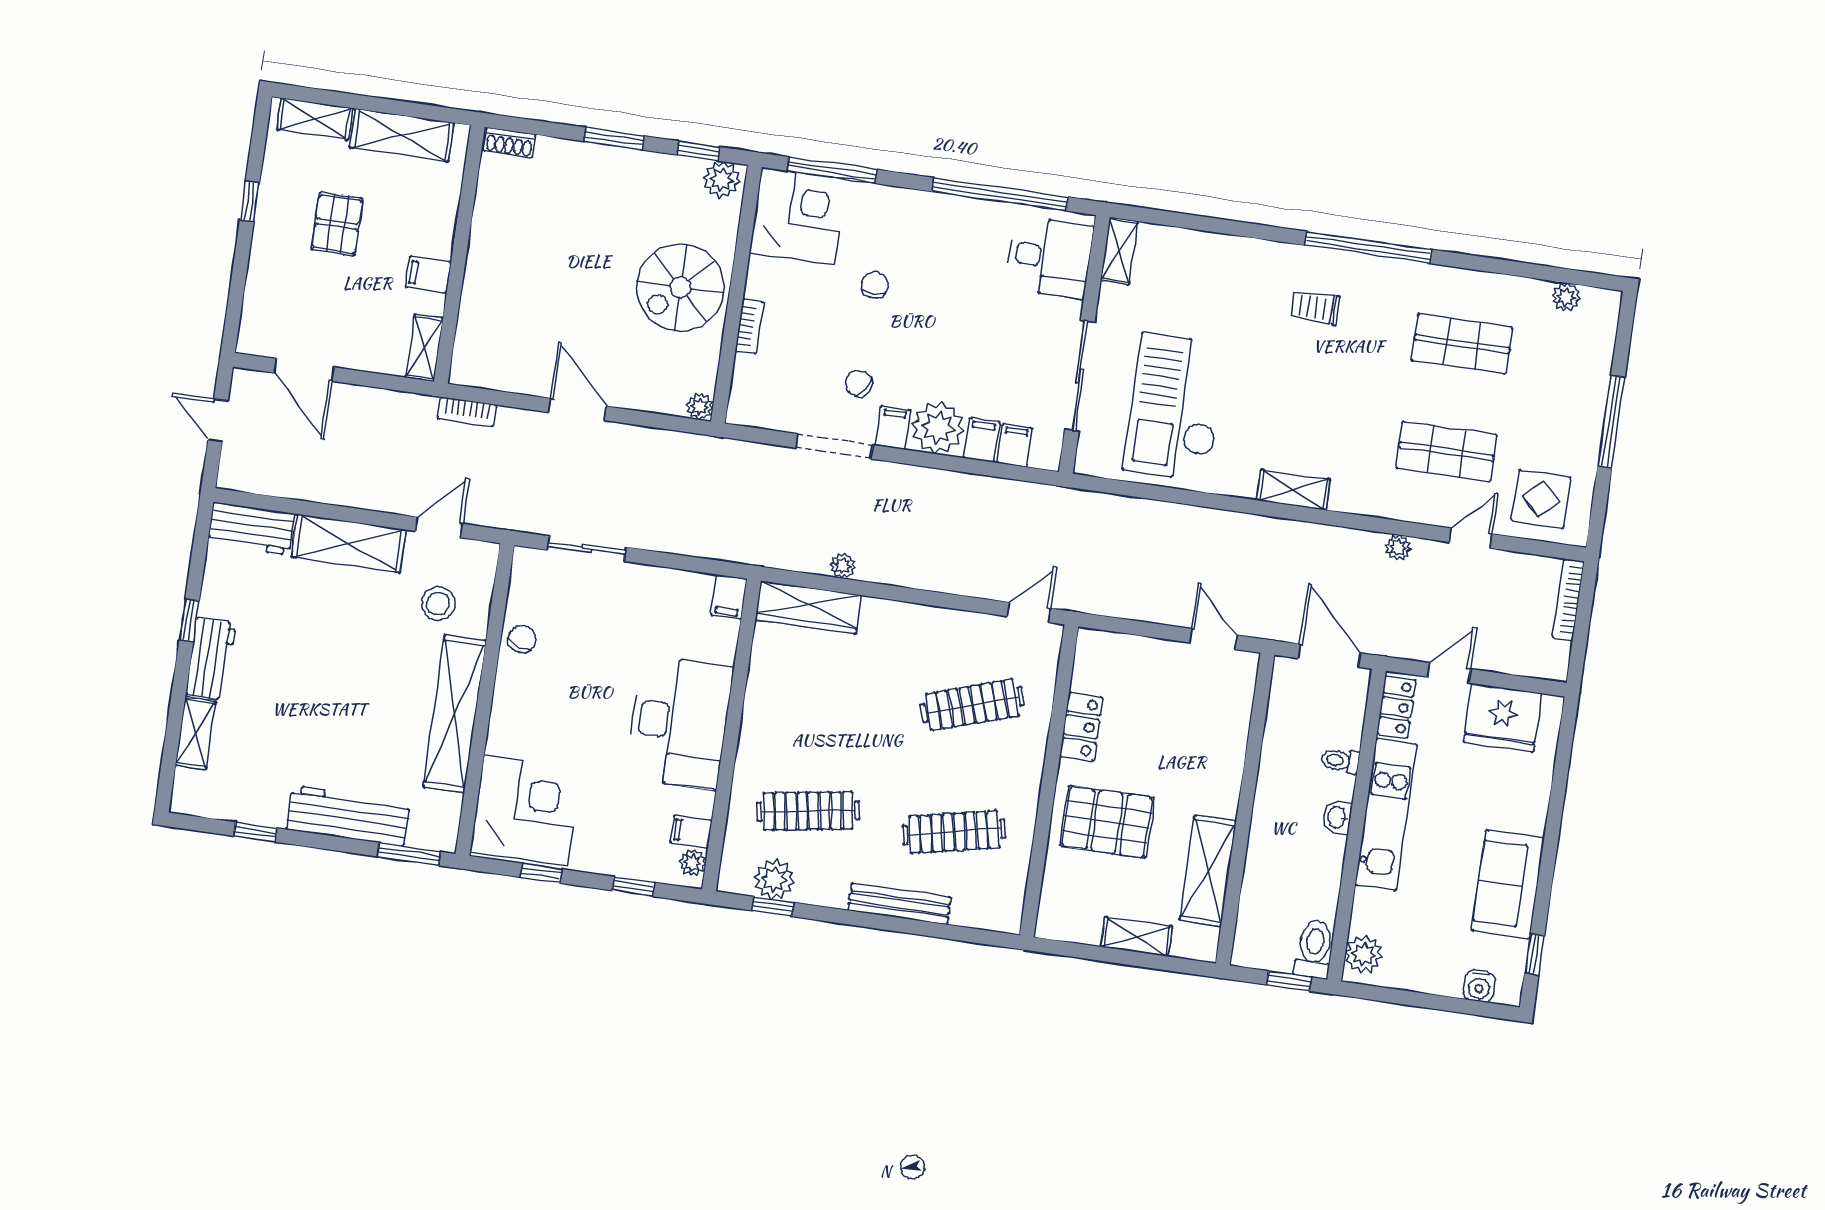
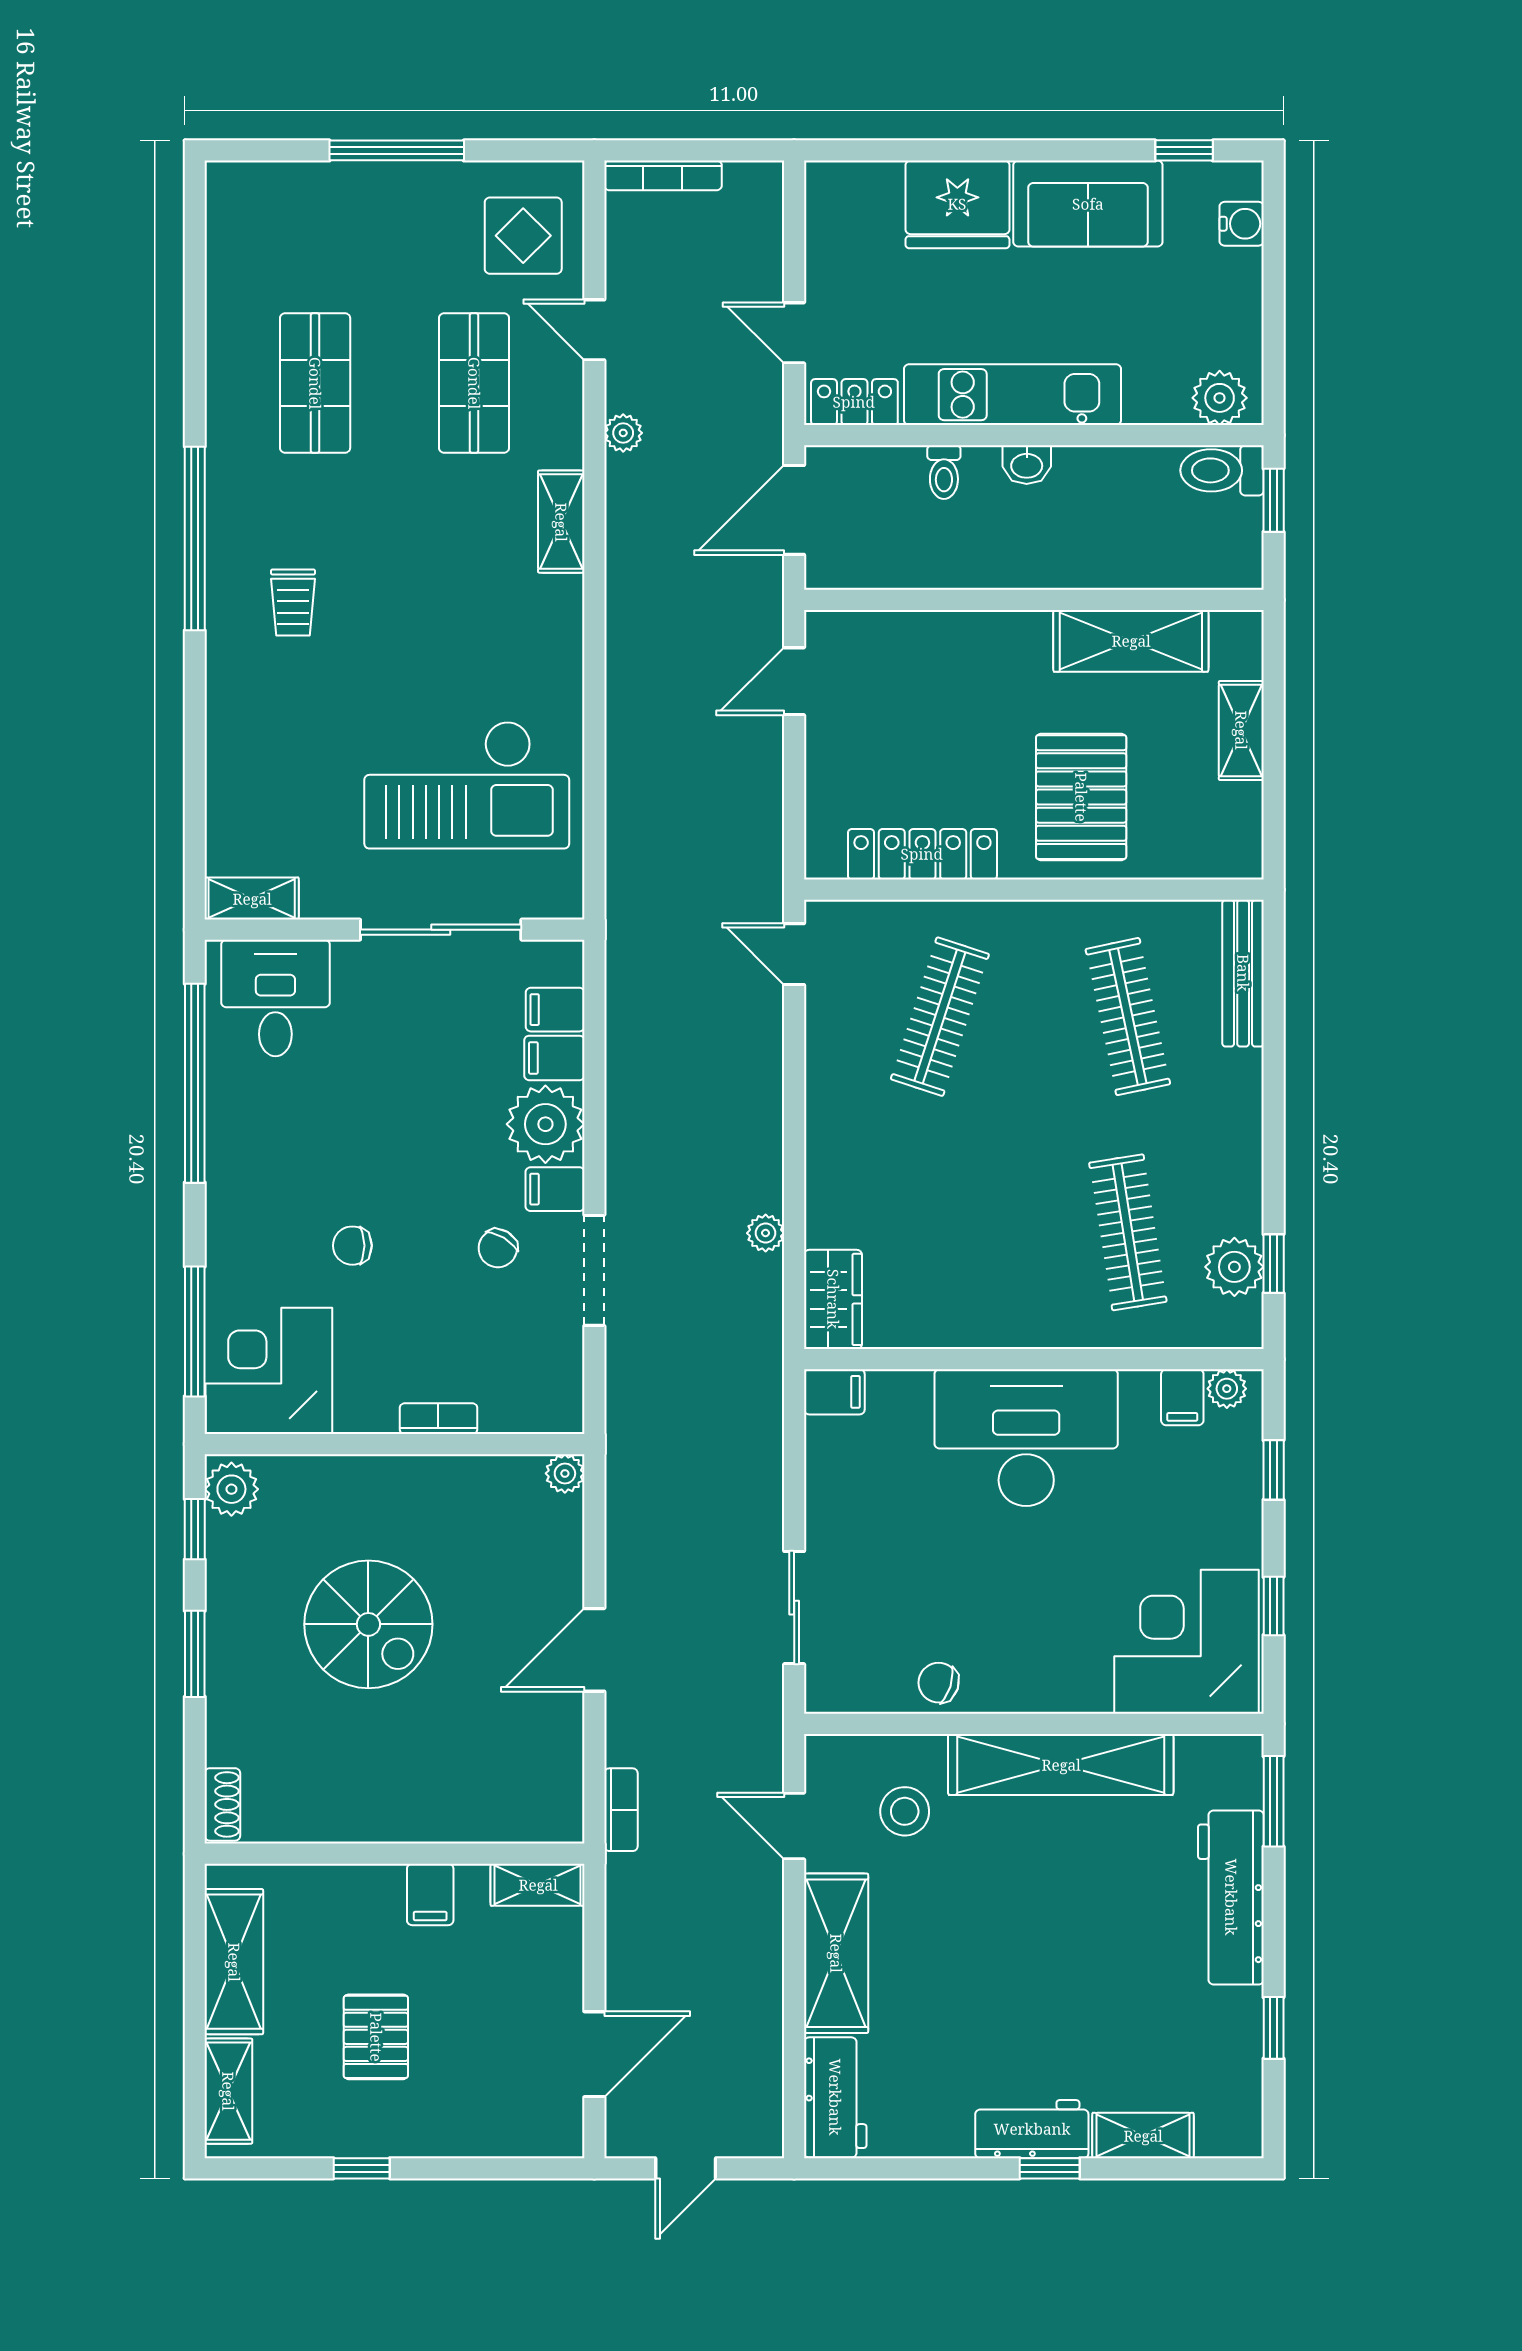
pallet: (337, 224) -> (376, 2037), turned 90
spiral stairs: (680, 287) -> (368, 1624), moved
plant: (1566, 297) -> (226, 242), removed
shelving: (1293, 490) -> (561, 522), moved
wardrobe: (808, 607) -> (833, 1299), width x0.67
window: (189, 620) -> (1050, 2168), moved
clothes rail: (972, 705) -> (940, 1017), turned 36
fridge: (1503, 718) -> (957, 204), moved, turned 90
locker: (1081, 727) -> (922, 854), width x1.53
bench: (899, 904) -> (1243, 973), moved

